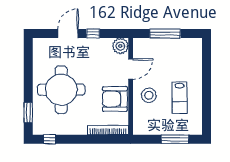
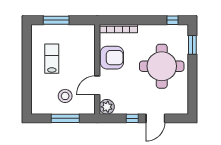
stool: (149, 95) -> (65, 96), moved

